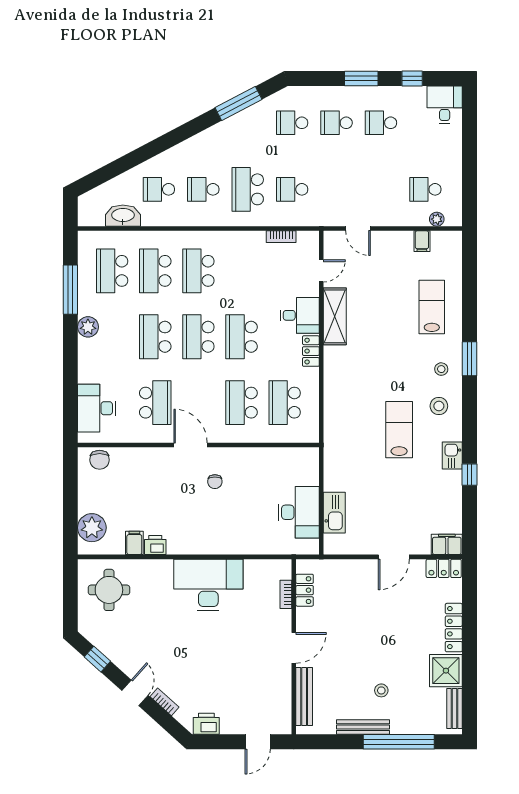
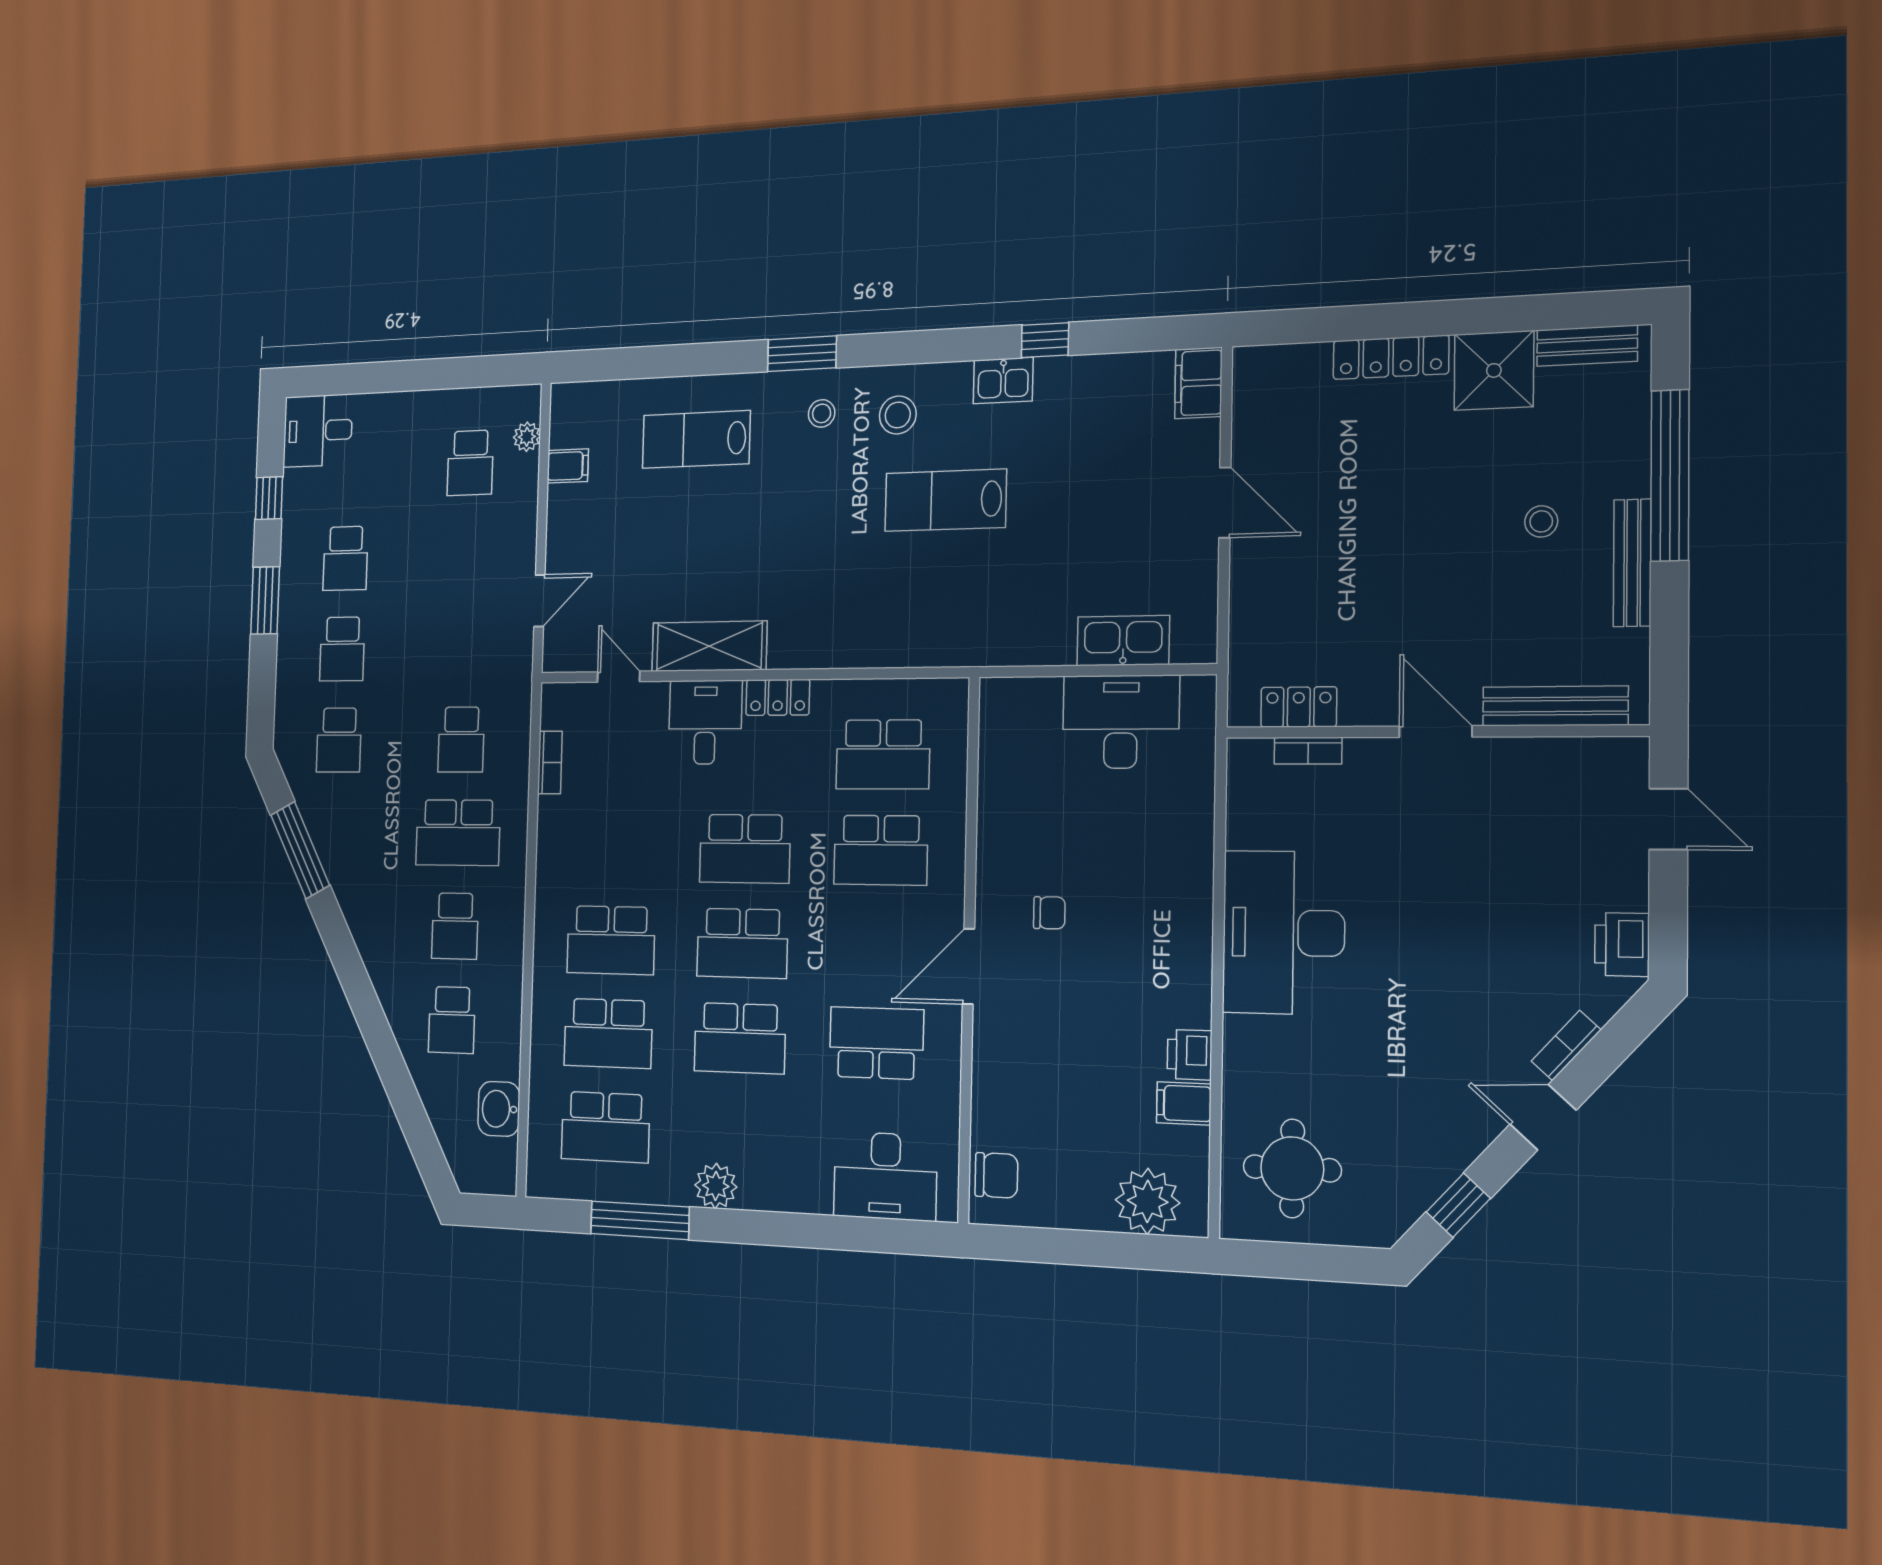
washbasin: (123, 216) -> (499, 1109), width x0.72
locker: (444, 568) -> (1253, 387), removed

